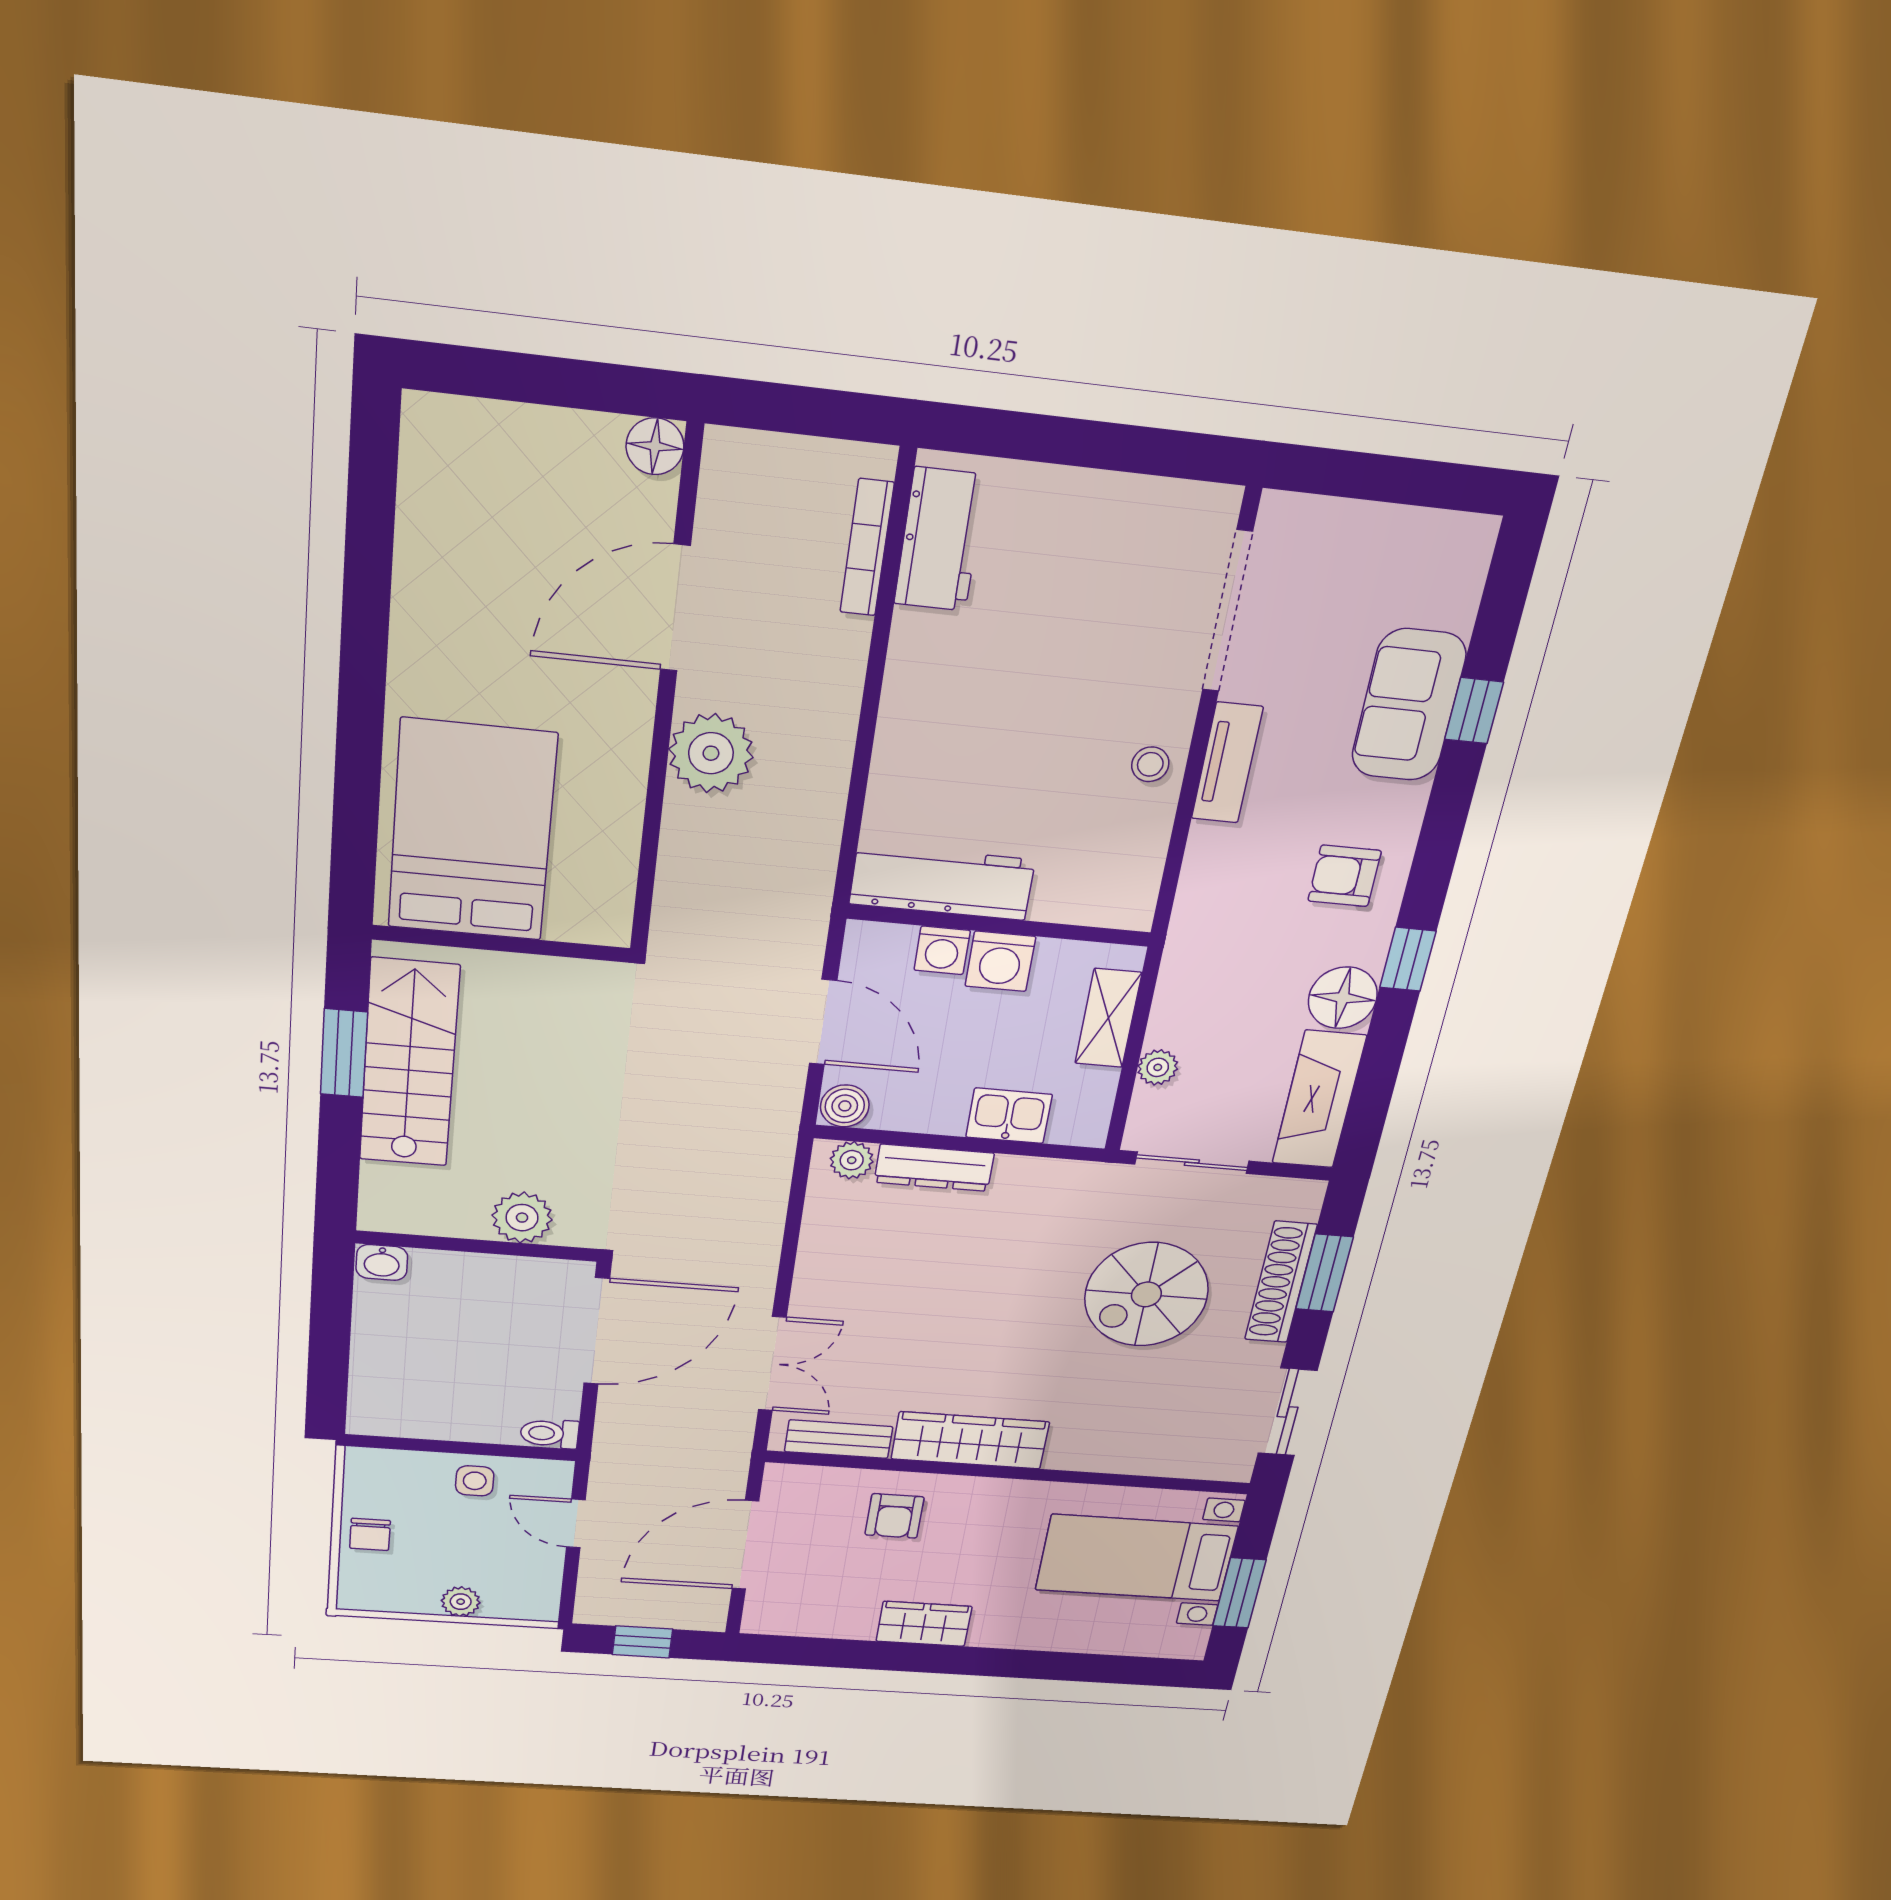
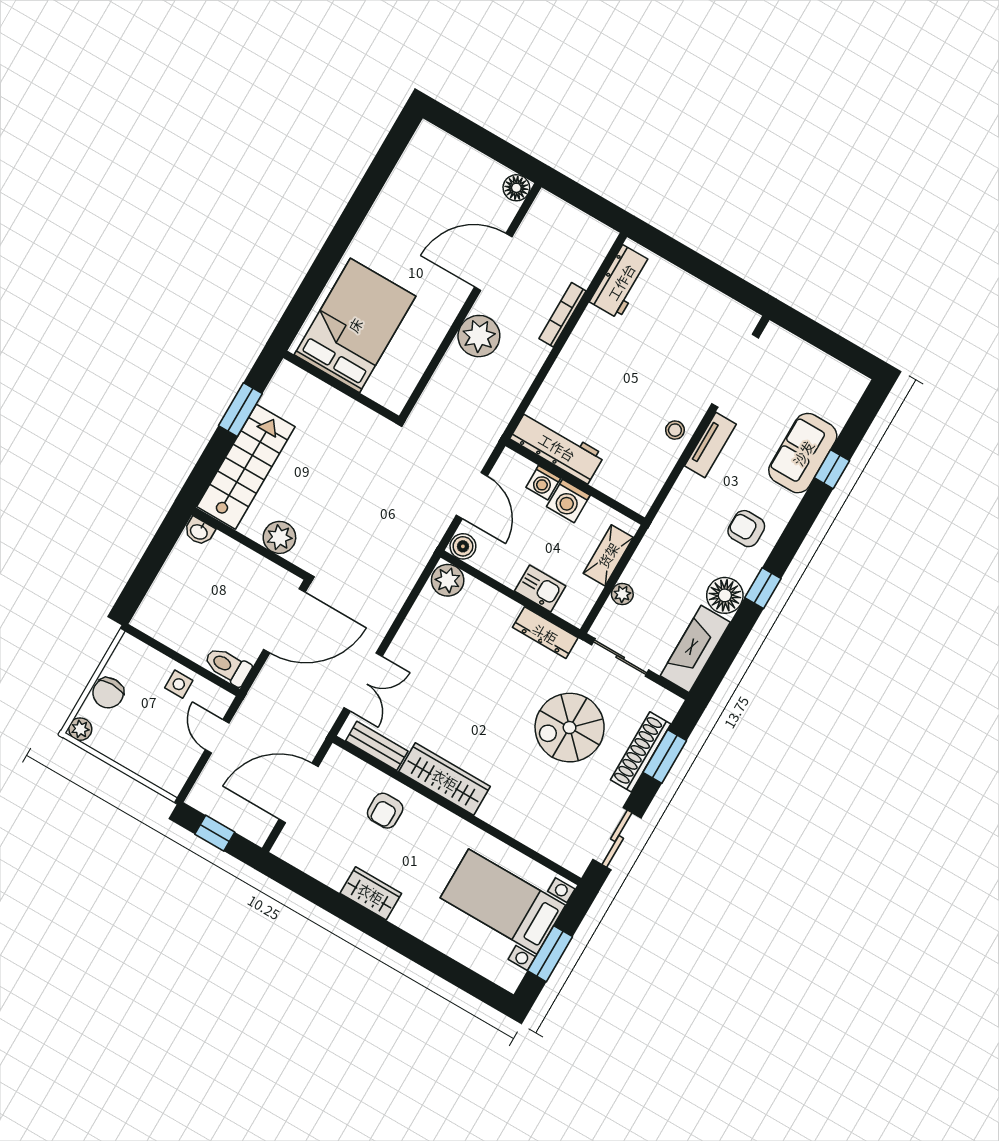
bookcase: (867, 548) -> (563, 315), moved
stairs: (409, 1063) -> (246, 467), moved
plant: (852, 1160) -> (448, 580), width x1.38, depth x1.38
dresser: (934, 1168) -> (545, 633), moved
toilet: (550, 1434) -> (228, 666), width x1.37, depth x1.39
chair: (370, 1534) -> (108, 693), width x1.37, depth x1.37
plant: (461, 1602) -> (80, 729), moved

